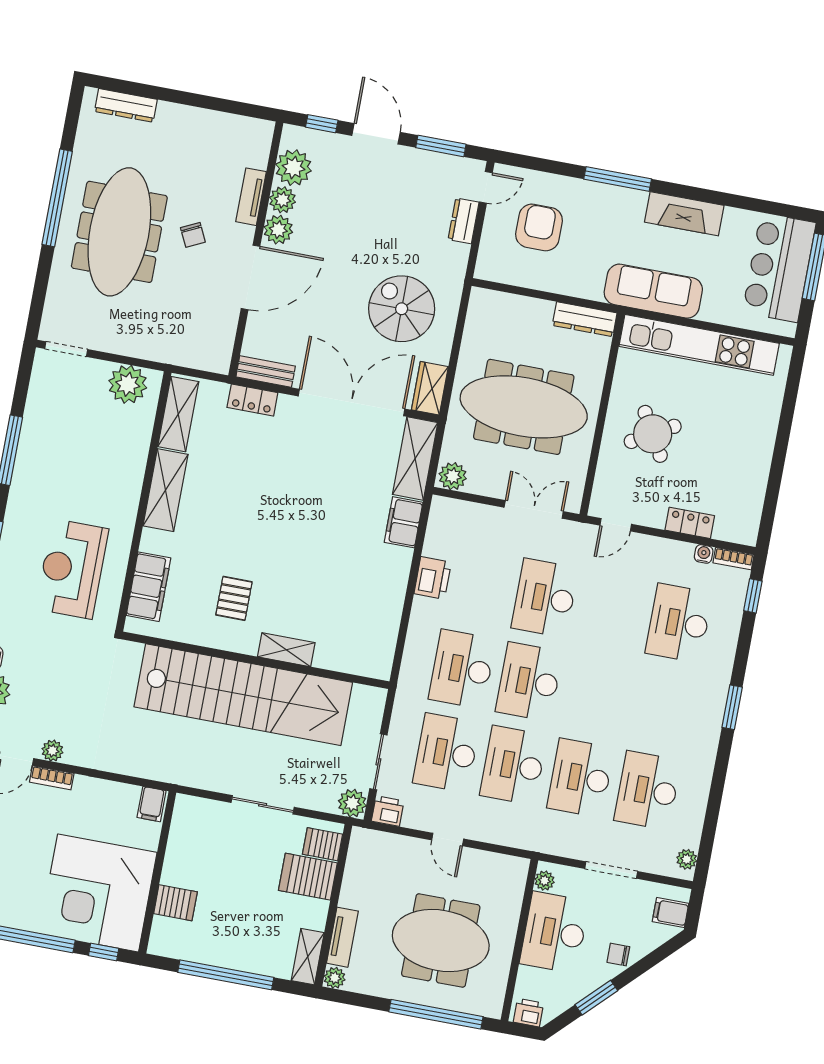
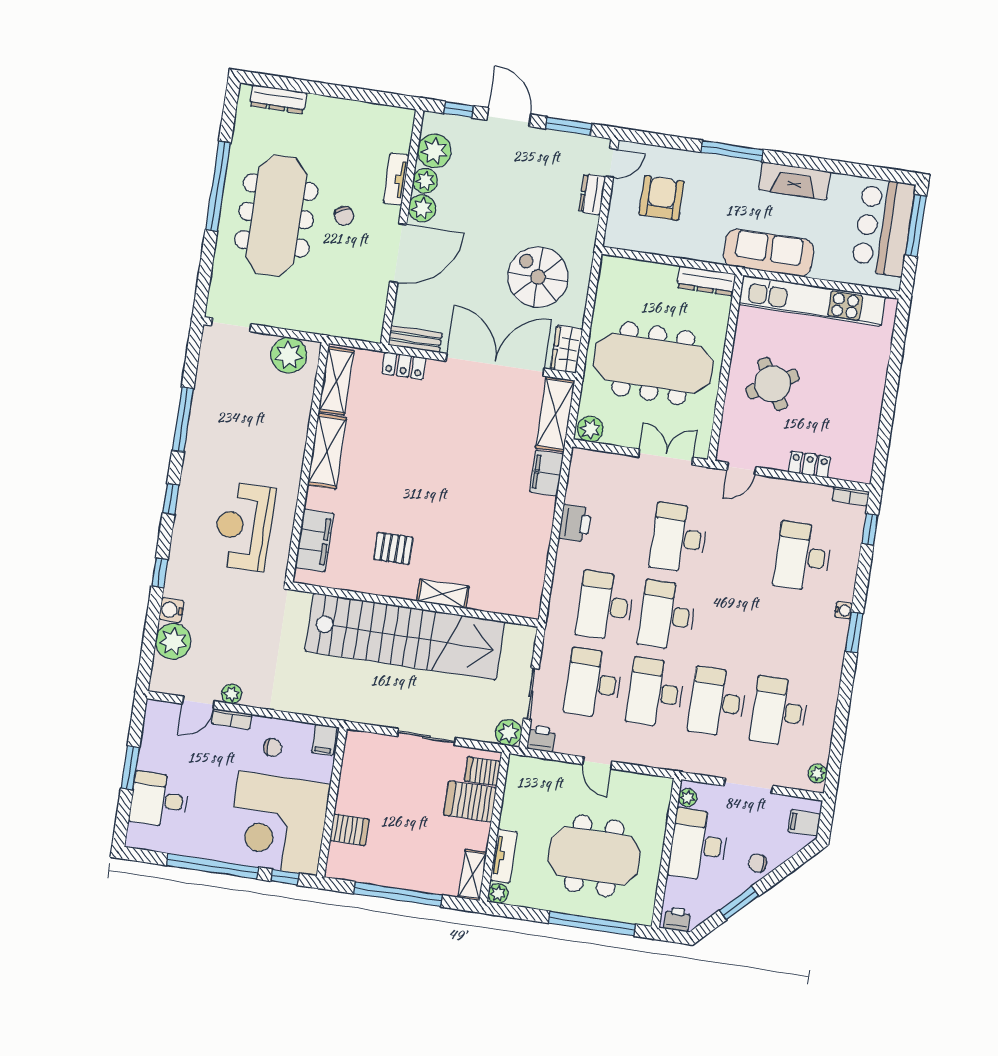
water cooler: (704, 554) -> (844, 610), moved, turned 90
pallet: (234, 598) -> (393, 548), turned 90
chair: (95, 810) -> (273, 748), added

